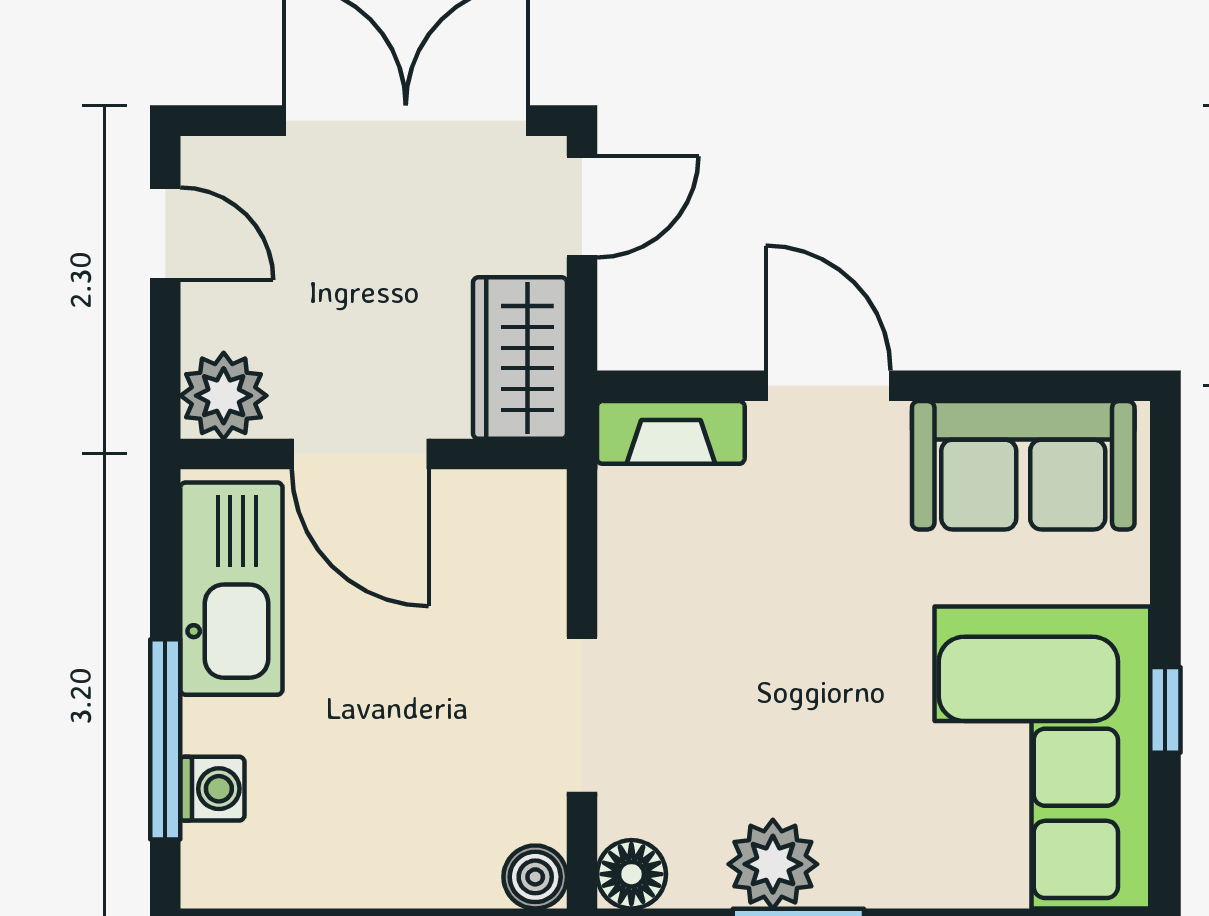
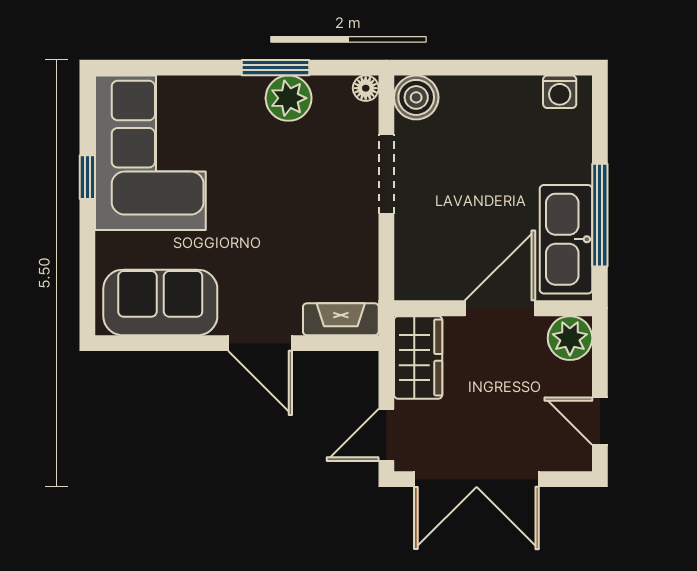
door: (360, 454) -> (500, 308), hinge flipped
window: (165, 739) -> (600, 215), moved
washing machine: (212, 789) -> (560, 92), moved, turned -90
floor lamp: (631, 874) -> (366, 88), width x0.73, depth x0.73
boiler: (535, 877) -> (416, 97), width x1.36, depth x1.36

